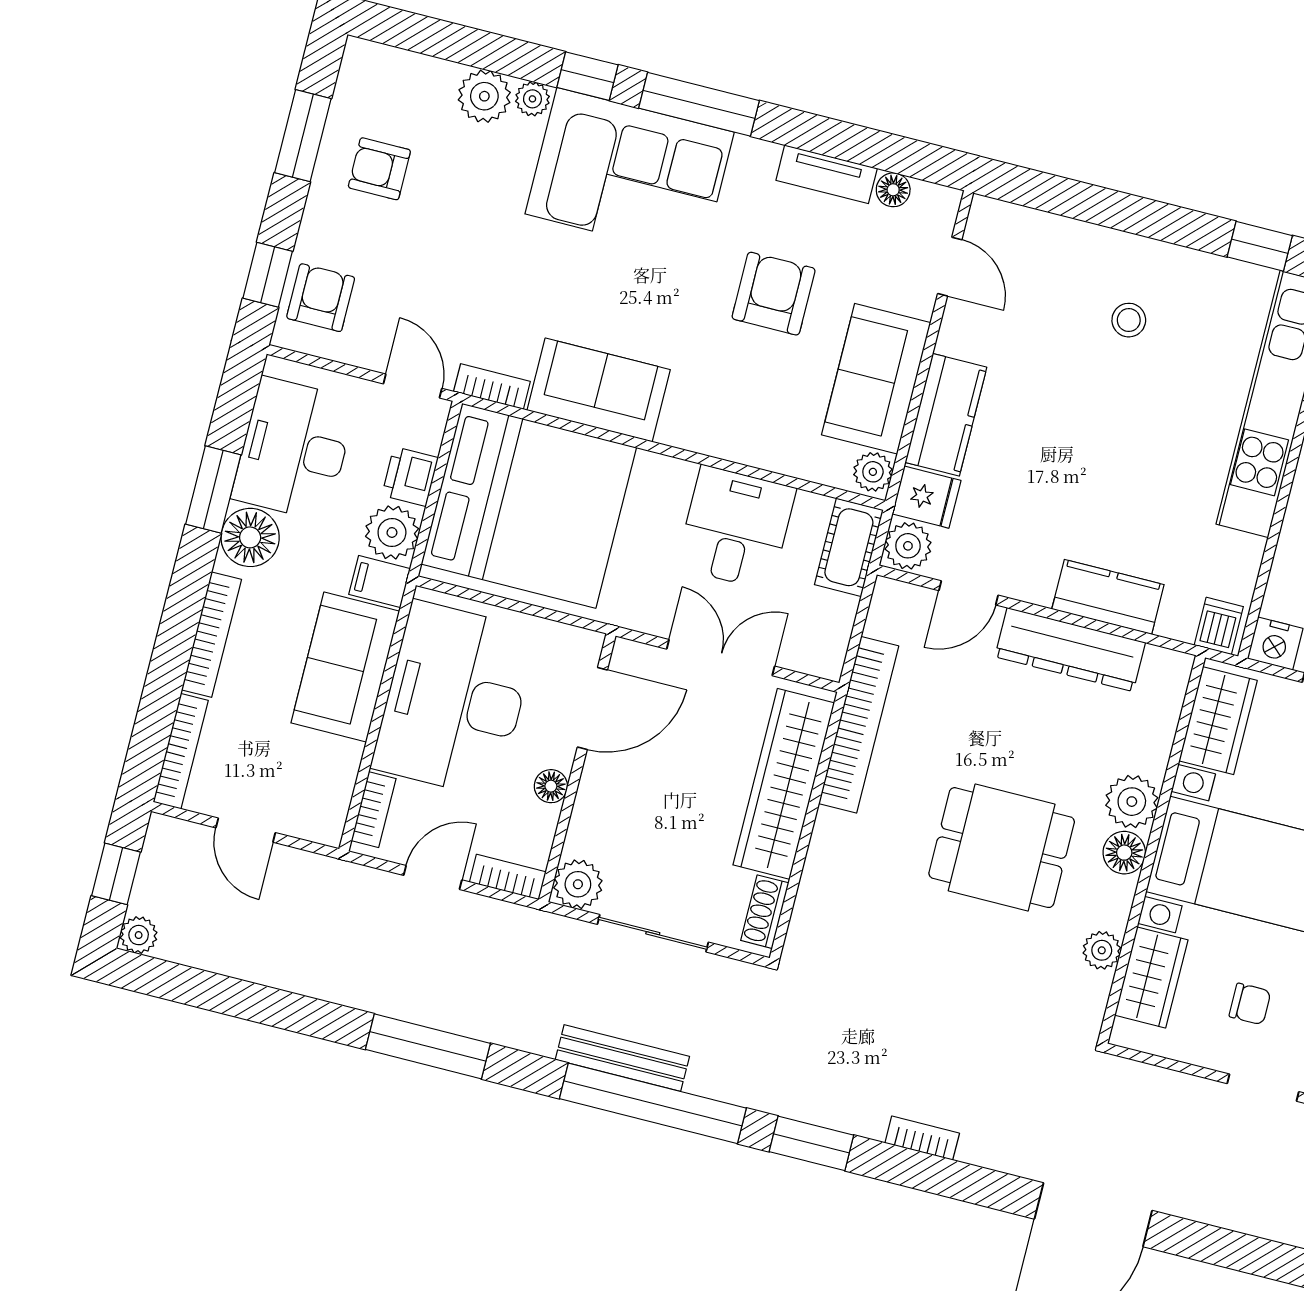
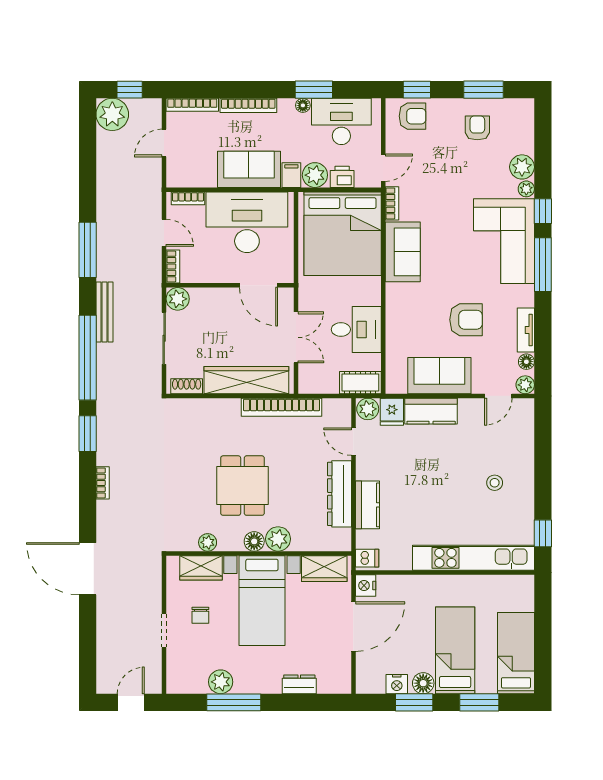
plant: (873, 472) -> (525, 385), moved
floor lamp: (250, 537) -> (303, 105), width x0.53, depth x0.53
floor lamp: (551, 786) -> (219, 276), removed
plant: (139, 935) -> (112, 114), width x1.87, depth x1.87
bench: (622, 1058) -> (104, 312), moved

